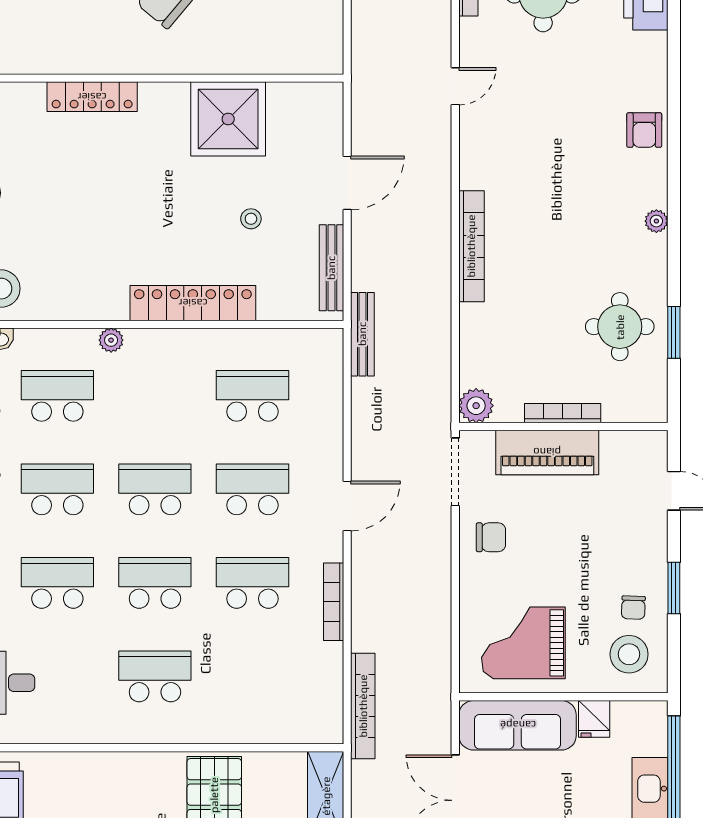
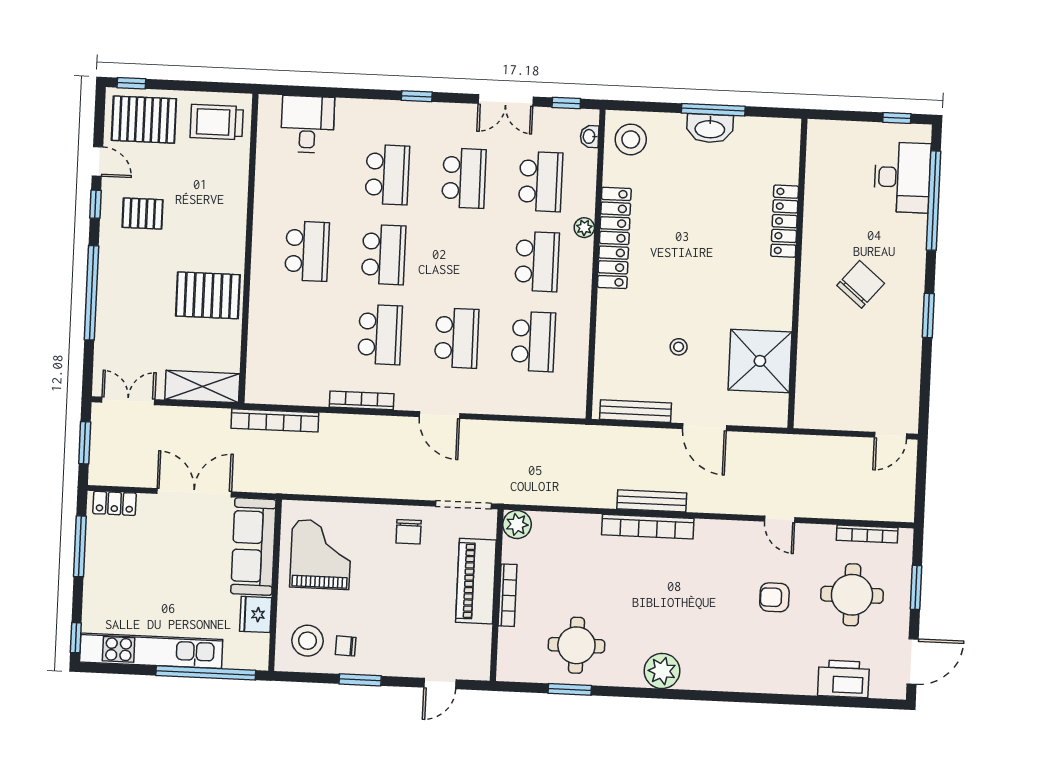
shower: (228, 119) -> (760, 361), moved
armchair: (644, 130) -> (774, 597), moved
plant: (656, 221) -> (662, 671), width x1.88, depth x1.88
locker: (193, 303) -> (614, 238), moved
bench: (362, 334) -> (652, 501), moved
school desk: (155, 489) -> (537, 262), moved
fridge: (594, 719) -> (256, 614), width x1.38

